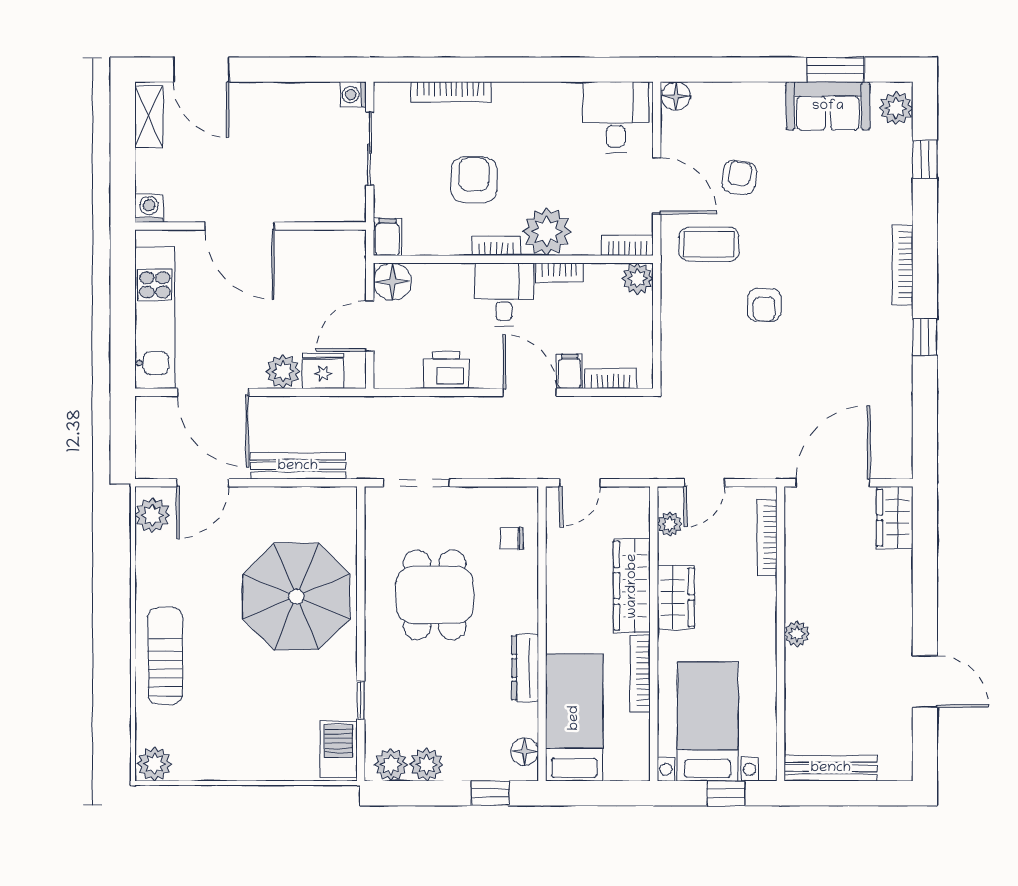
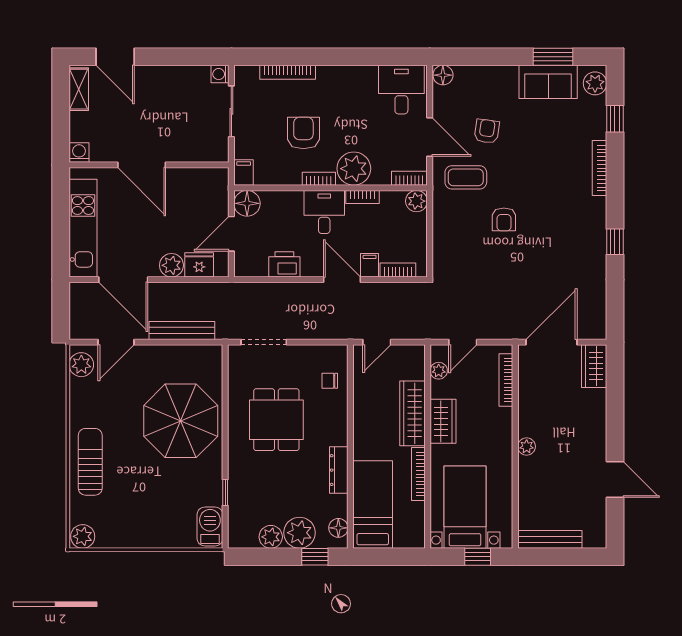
bookcase: (903, 265) -> (600, 168), moved
plant: (391, 765) -> (300, 533), moved, width x1.36, depth x1.36

